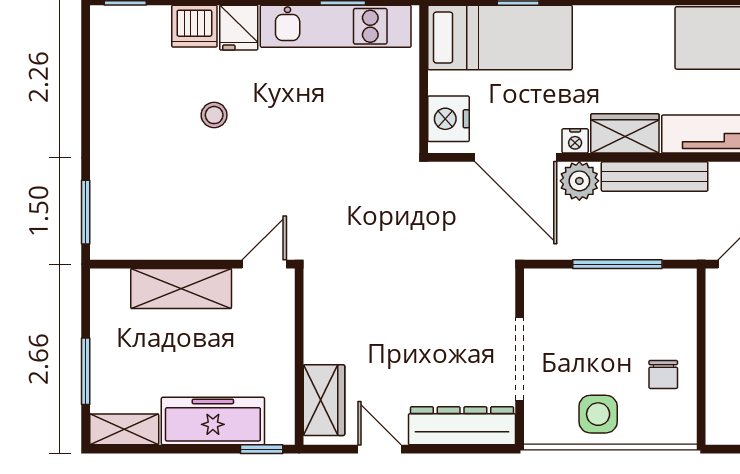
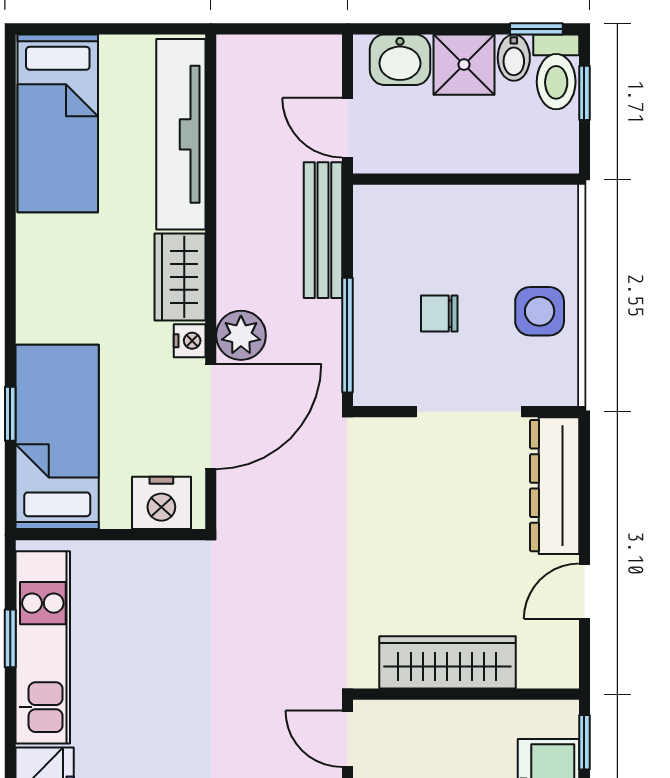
bench: (655, 176) -> (323, 230), moved
window: (617, 264) -> (347, 335), moved
chair: (663, 374) -> (439, 314), moved, turned 180
wardrobe: (324, 400) -> (447, 662), moved, width x1.50

